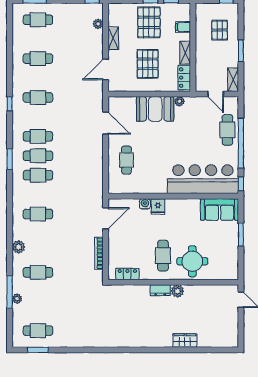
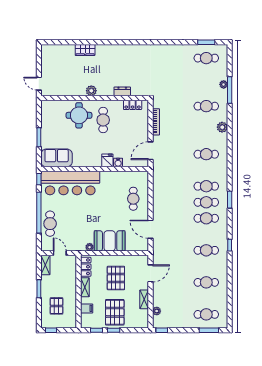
dresser: (160, 290) -> (122, 91), moved

